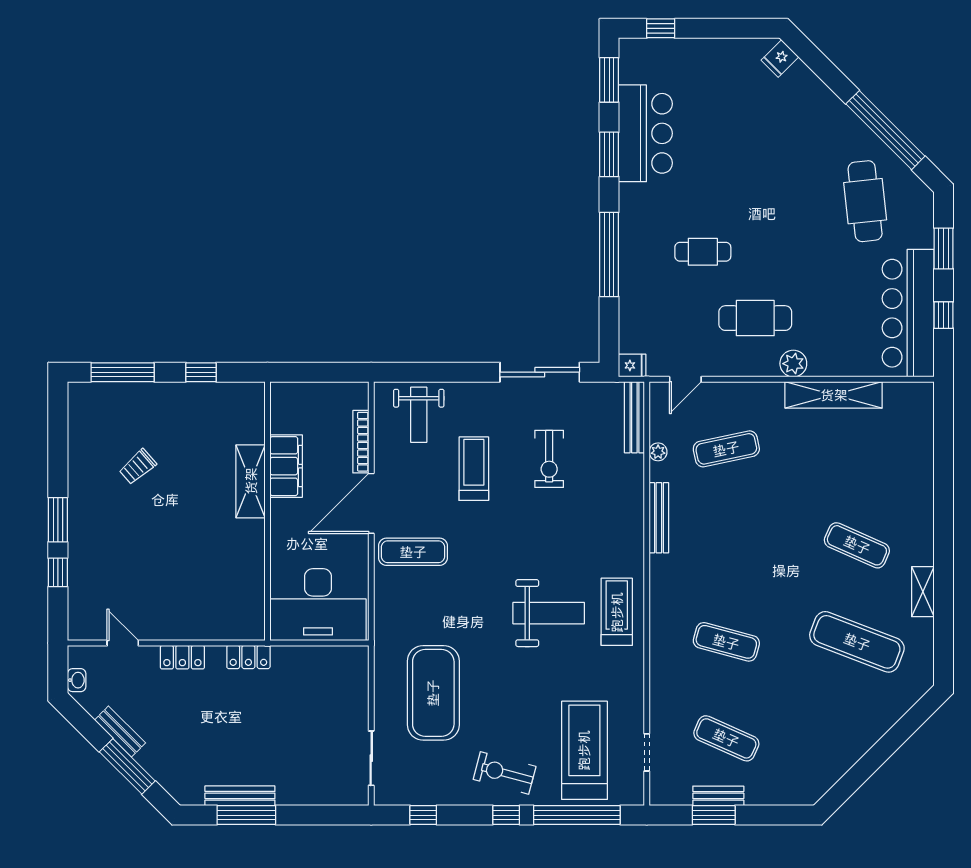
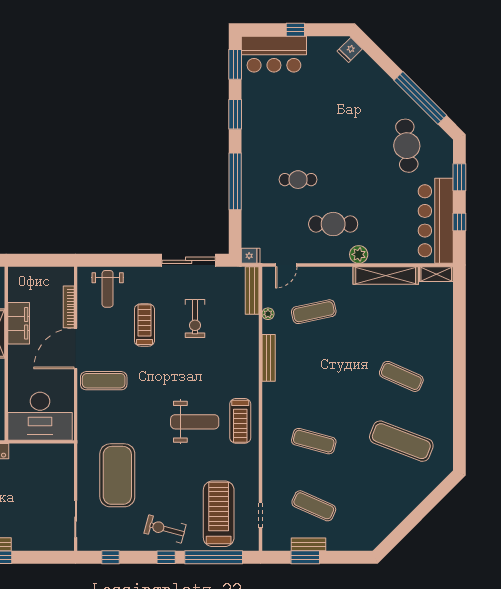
window: (661, 28) -> (295, 30), moved
bar counter: (645, 133) -> (274, 54), moved, turned 90
shelving: (923, 592) -> (436, 274), moved, turned 90
treadmill: (617, 612) -> (240, 421), turned 180

